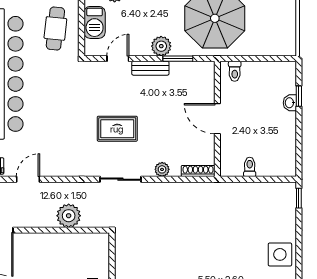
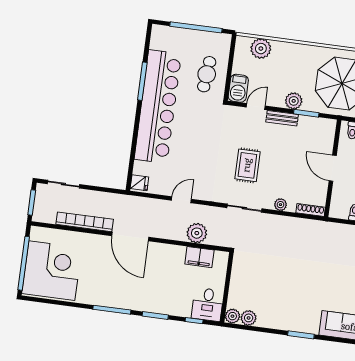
barbecue: (95, 22) -> (238, 88), moved
rug: (117, 129) -> (247, 165), turned 90
door: (28, 179) -> (181, 200), moved
filing cabinet: (75, 243) -> (199, 257), added

